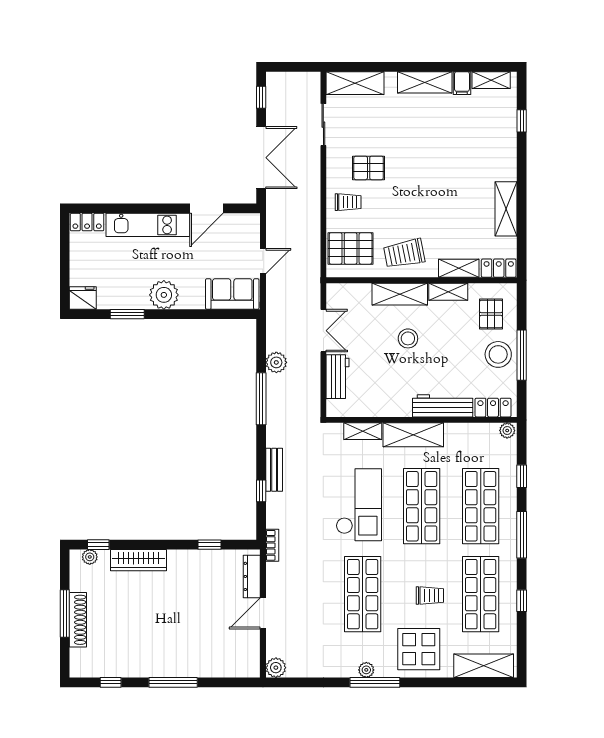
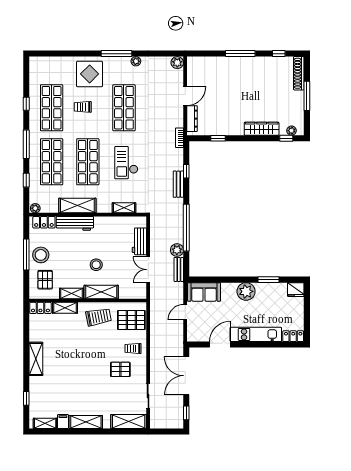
shelving: (506, 209) -> (36, 359), moved
bench: (273, 331) -> (179, 269), added
window: (261, 399) -> (186, 228), width x1.46
shelving: (413, 435) -> (77, 206), moved
checkout: (359, 505) -> (126, 163), width x0.73, depth x0.83
shoe rack: (78, 620) -> (299, 73), moved
shelving: (484, 666) -> (50, 64), removed
plant: (366, 670) -> (136, 61), moved

